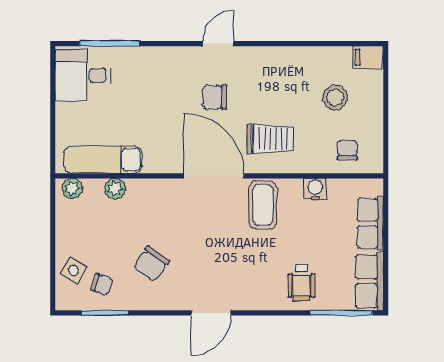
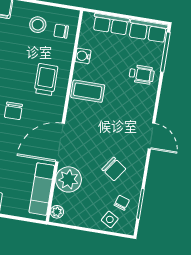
stool: (335, 97) -> (38, 25), moved
door: (214, 176) -> (60, 143), moved
plant: (115, 189) -> (69, 179), width x1.88, depth x1.88

